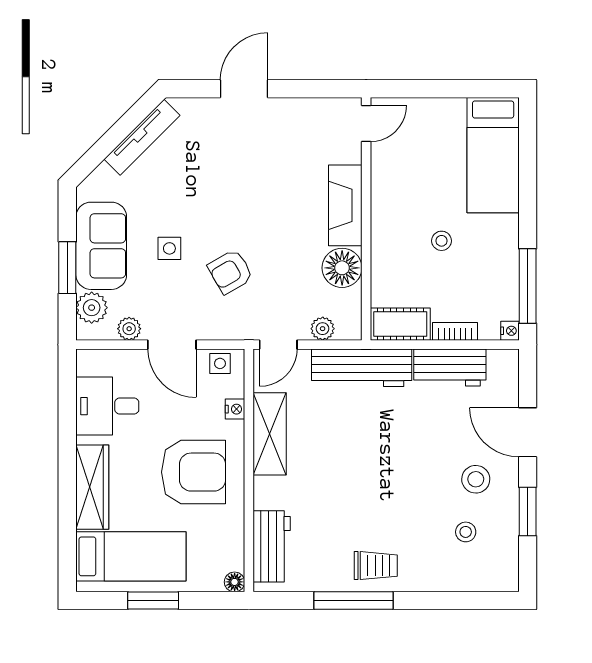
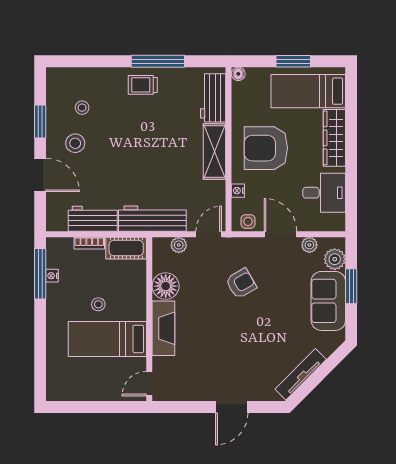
bed: (493, 155) -> (107, 339), moved, turned -90
side table: (169, 248) -> (282, 299), removed
nightstand: (510, 331) -> (52, 276), moved
shelving: (270, 434) -> (214, 151), moved

